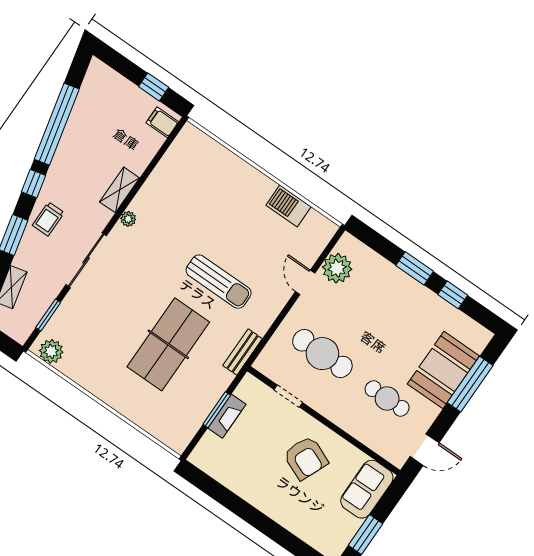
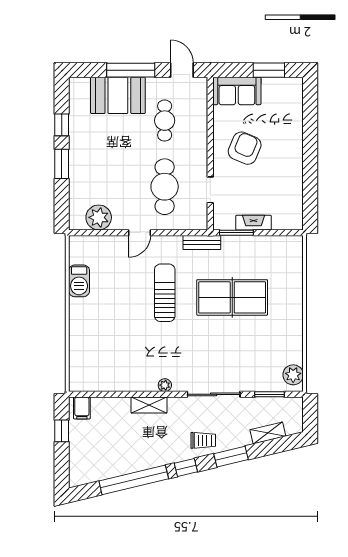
door: (305, 282) -> (140, 233), moved
window: (470, 384) -> (131, 70), moved
window: (217, 410) -> (236, 233), moved

